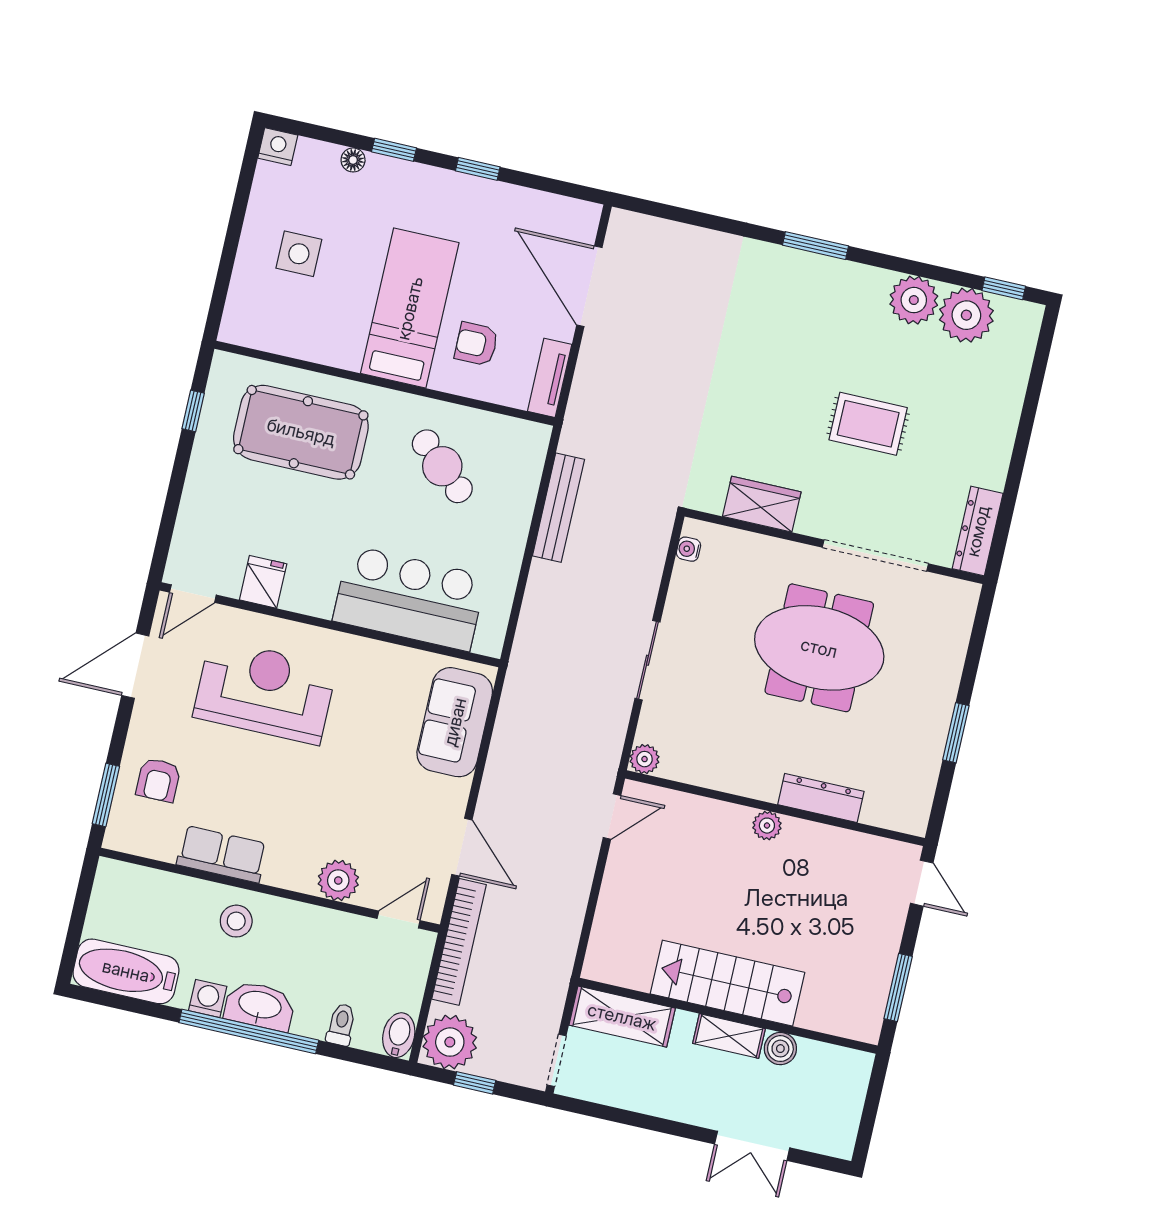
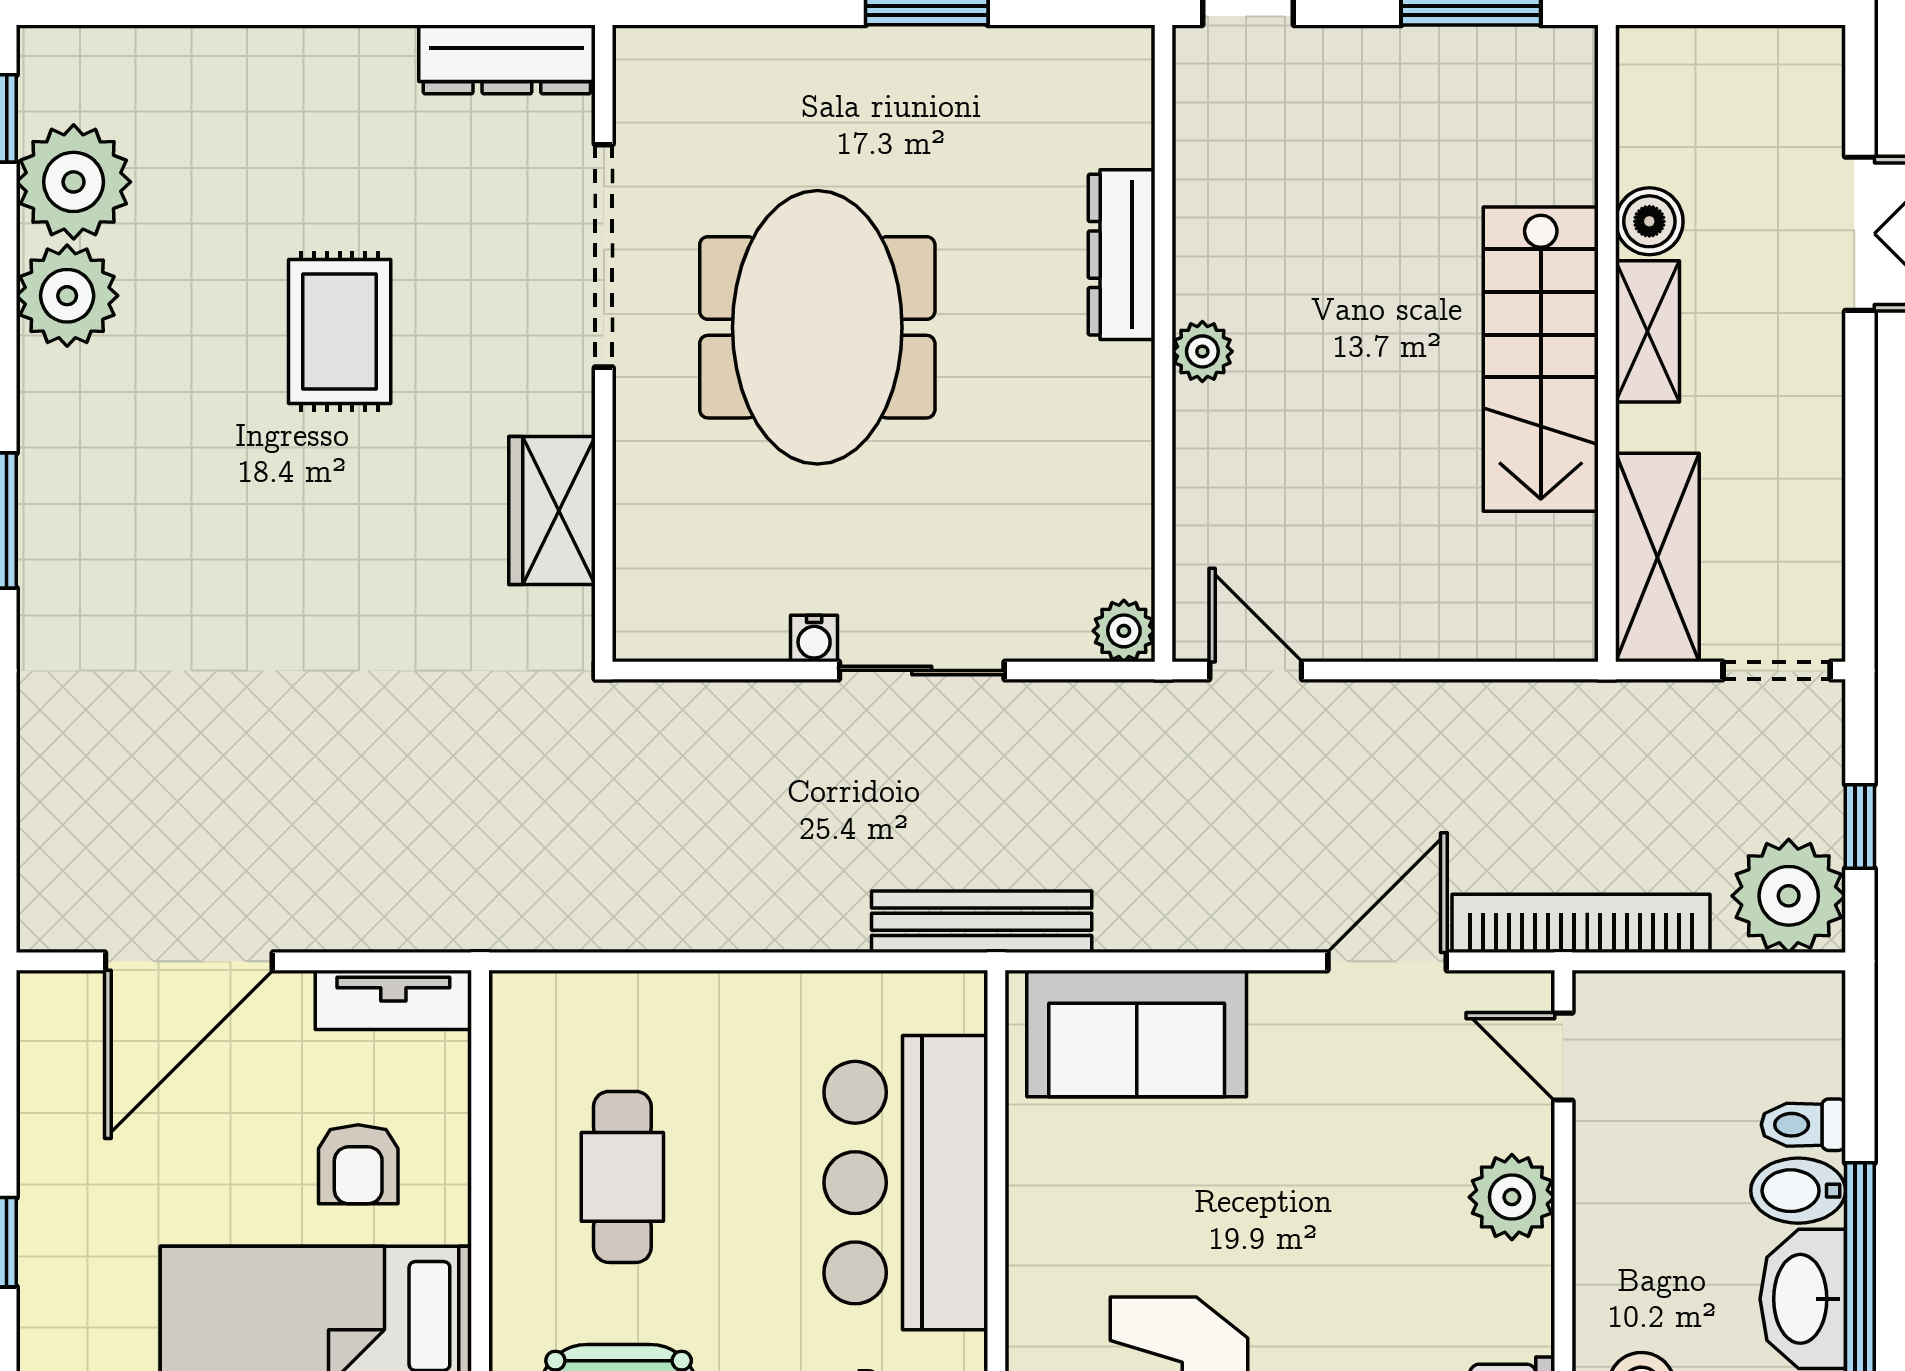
cafe table: (442, 466) -> (622, 1177), turned -42
bench: (558, 508) -> (982, 922), moved
water cooler: (689, 549) -> (814, 638), moved
bidet: (399, 1035) -> (1798, 1191), moved

